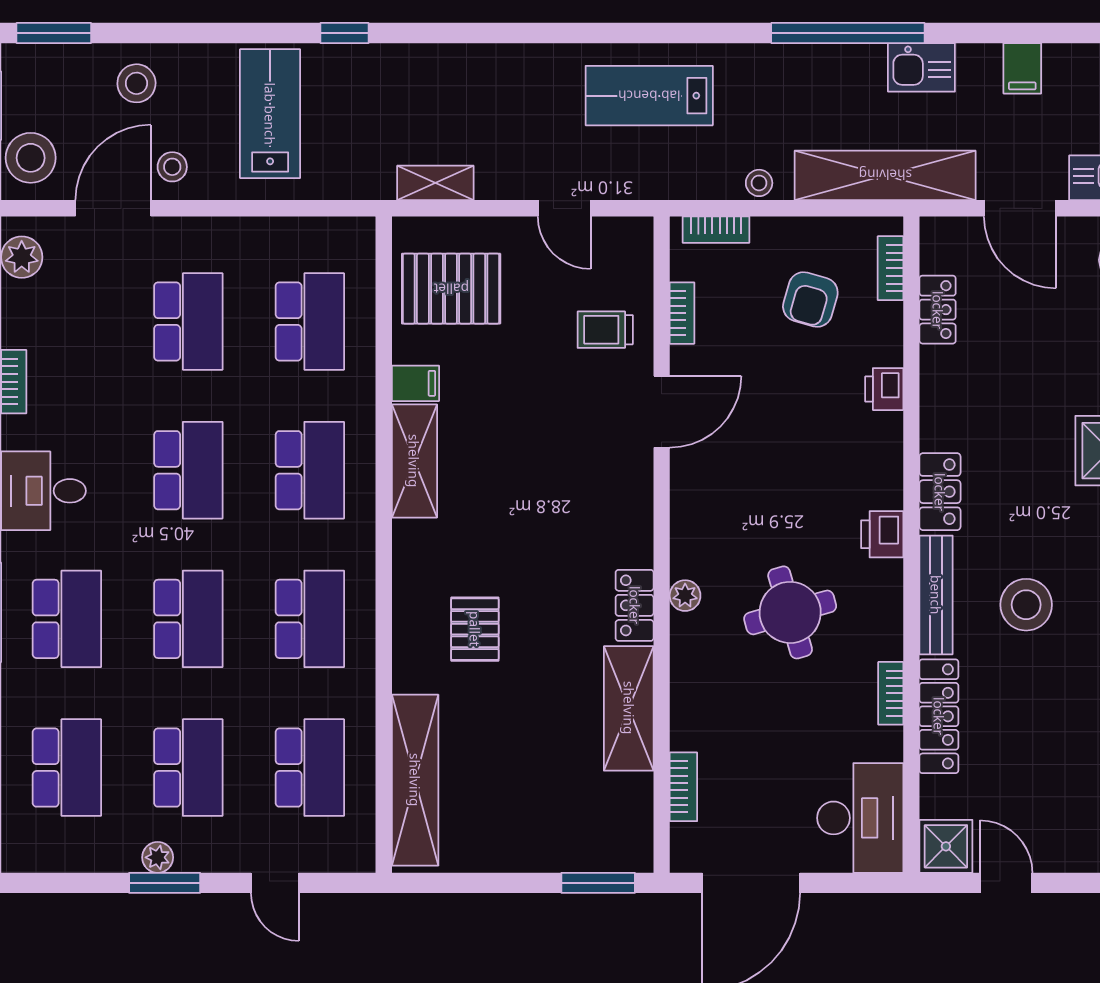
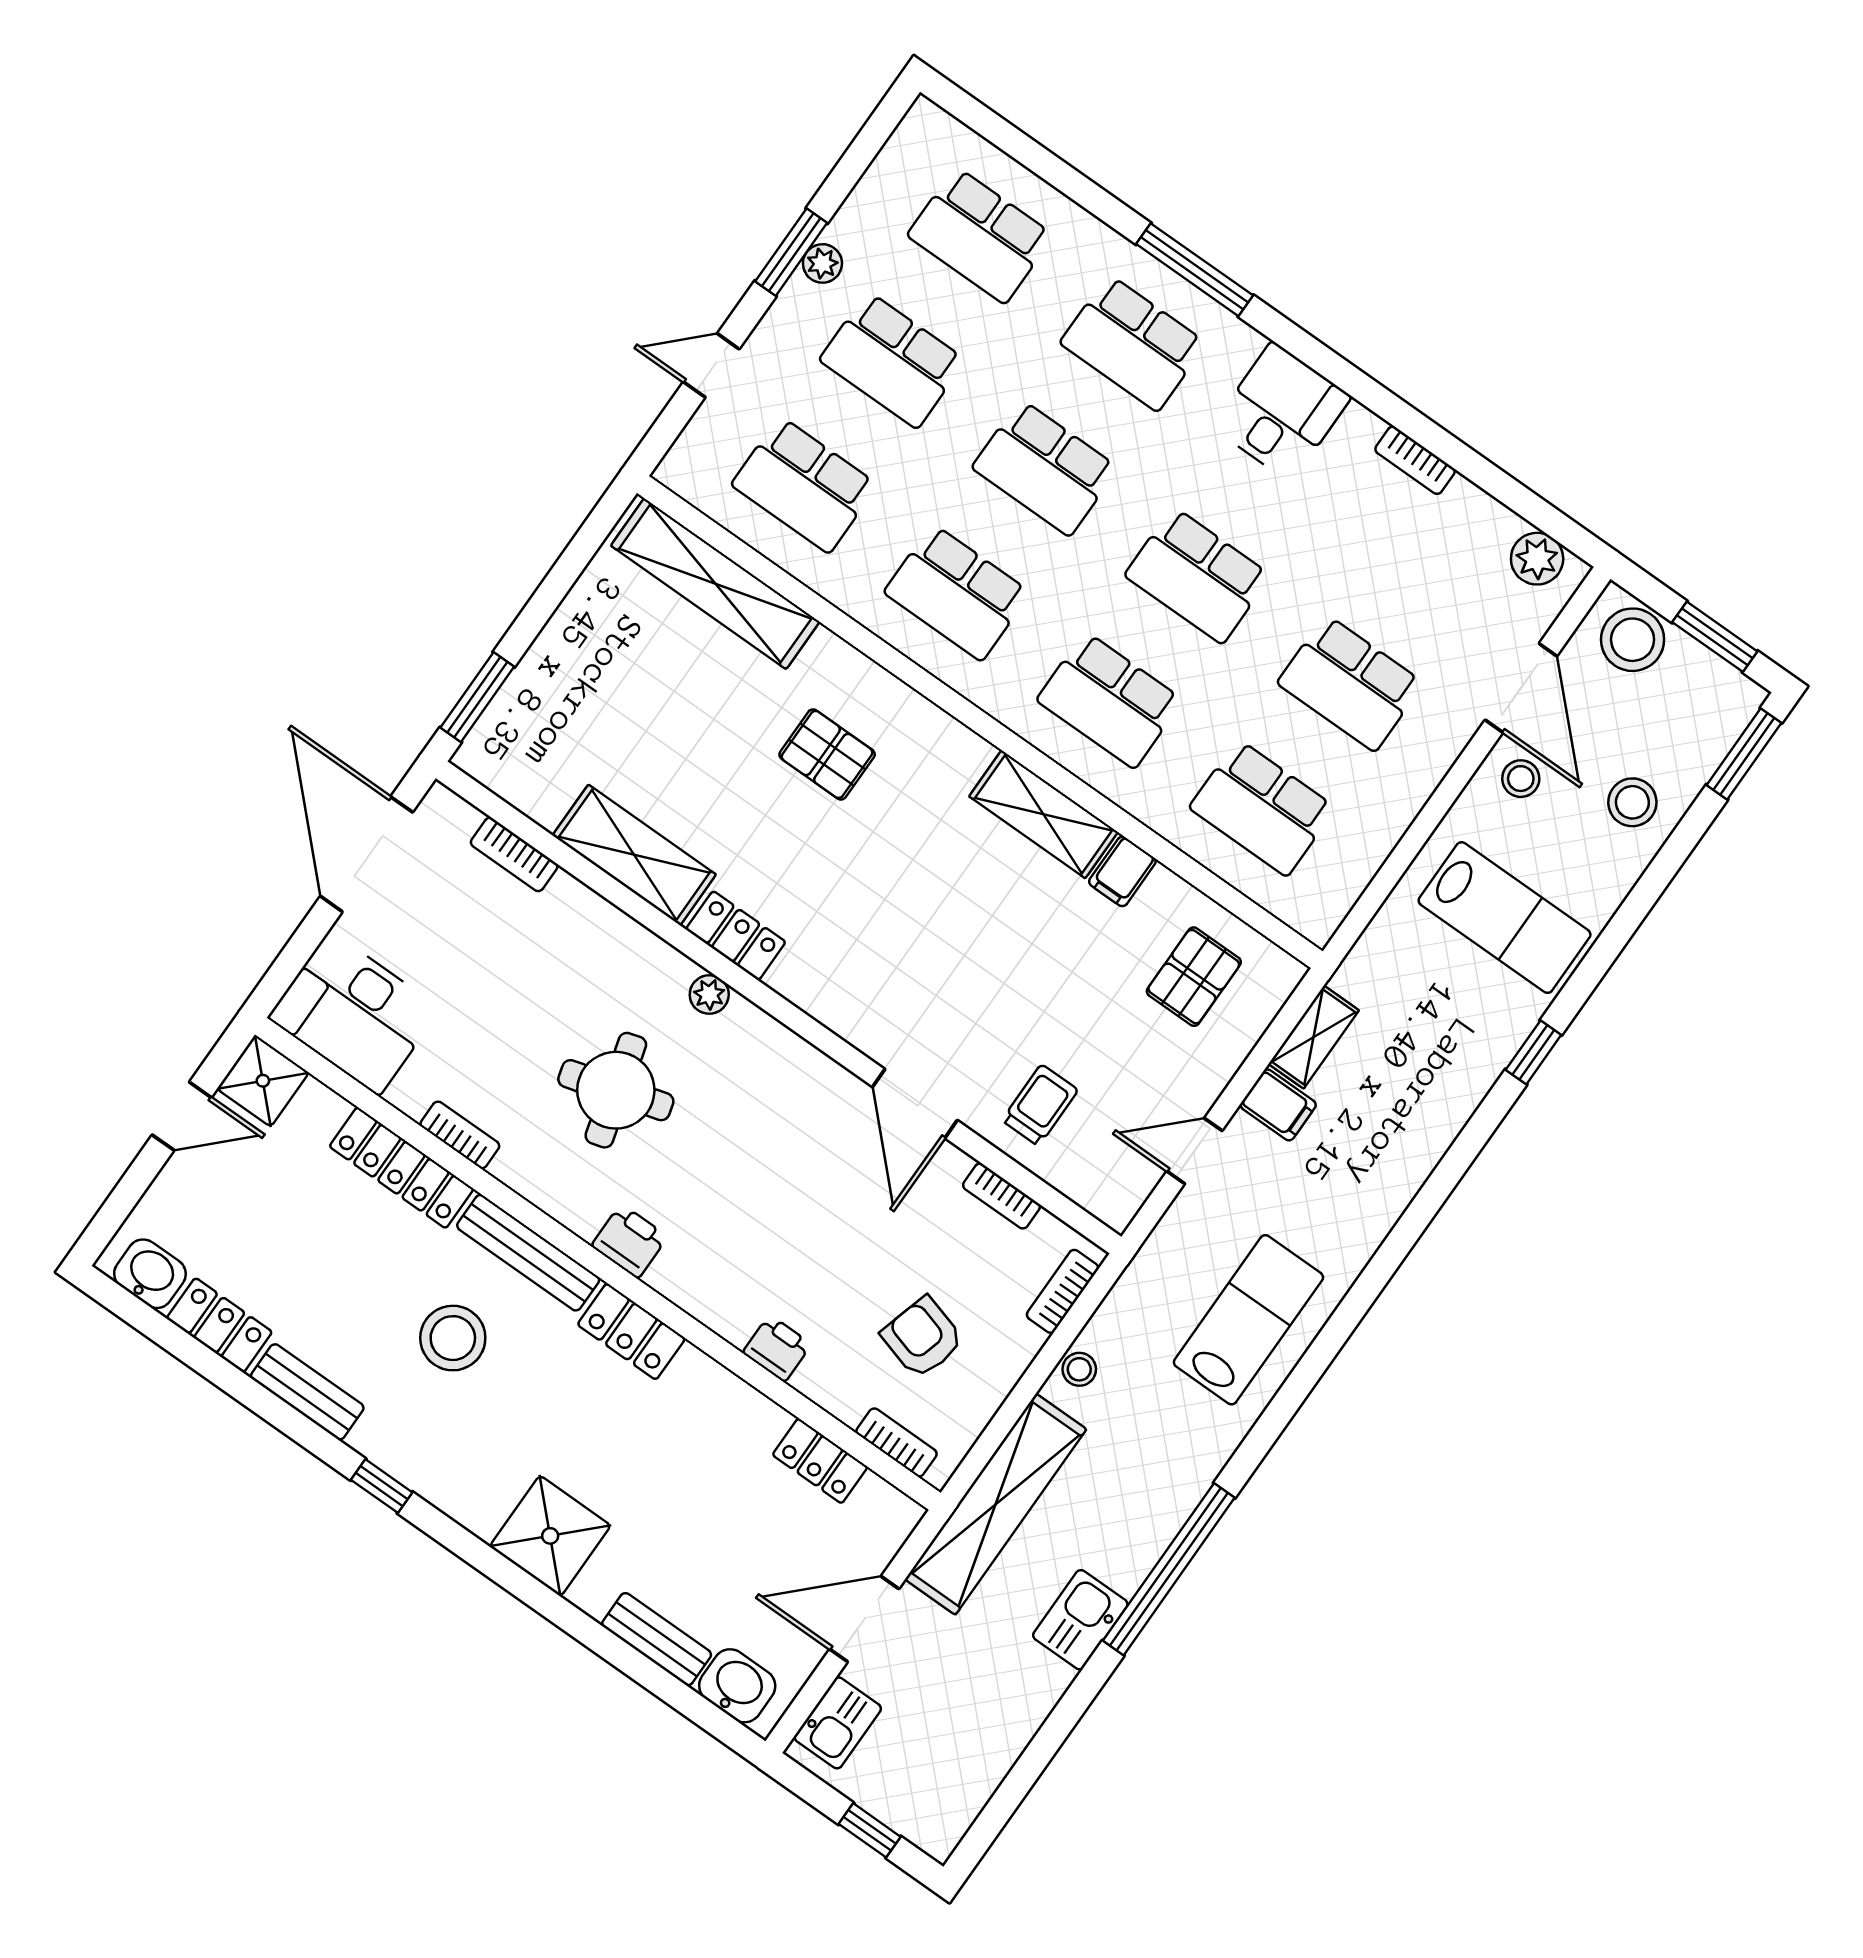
filing cabinet: (1022, 68) -> (1278, 1105), moved, turned 180
pallet: (451, 289) -> (1194, 977), width x0.67, depth x0.71

